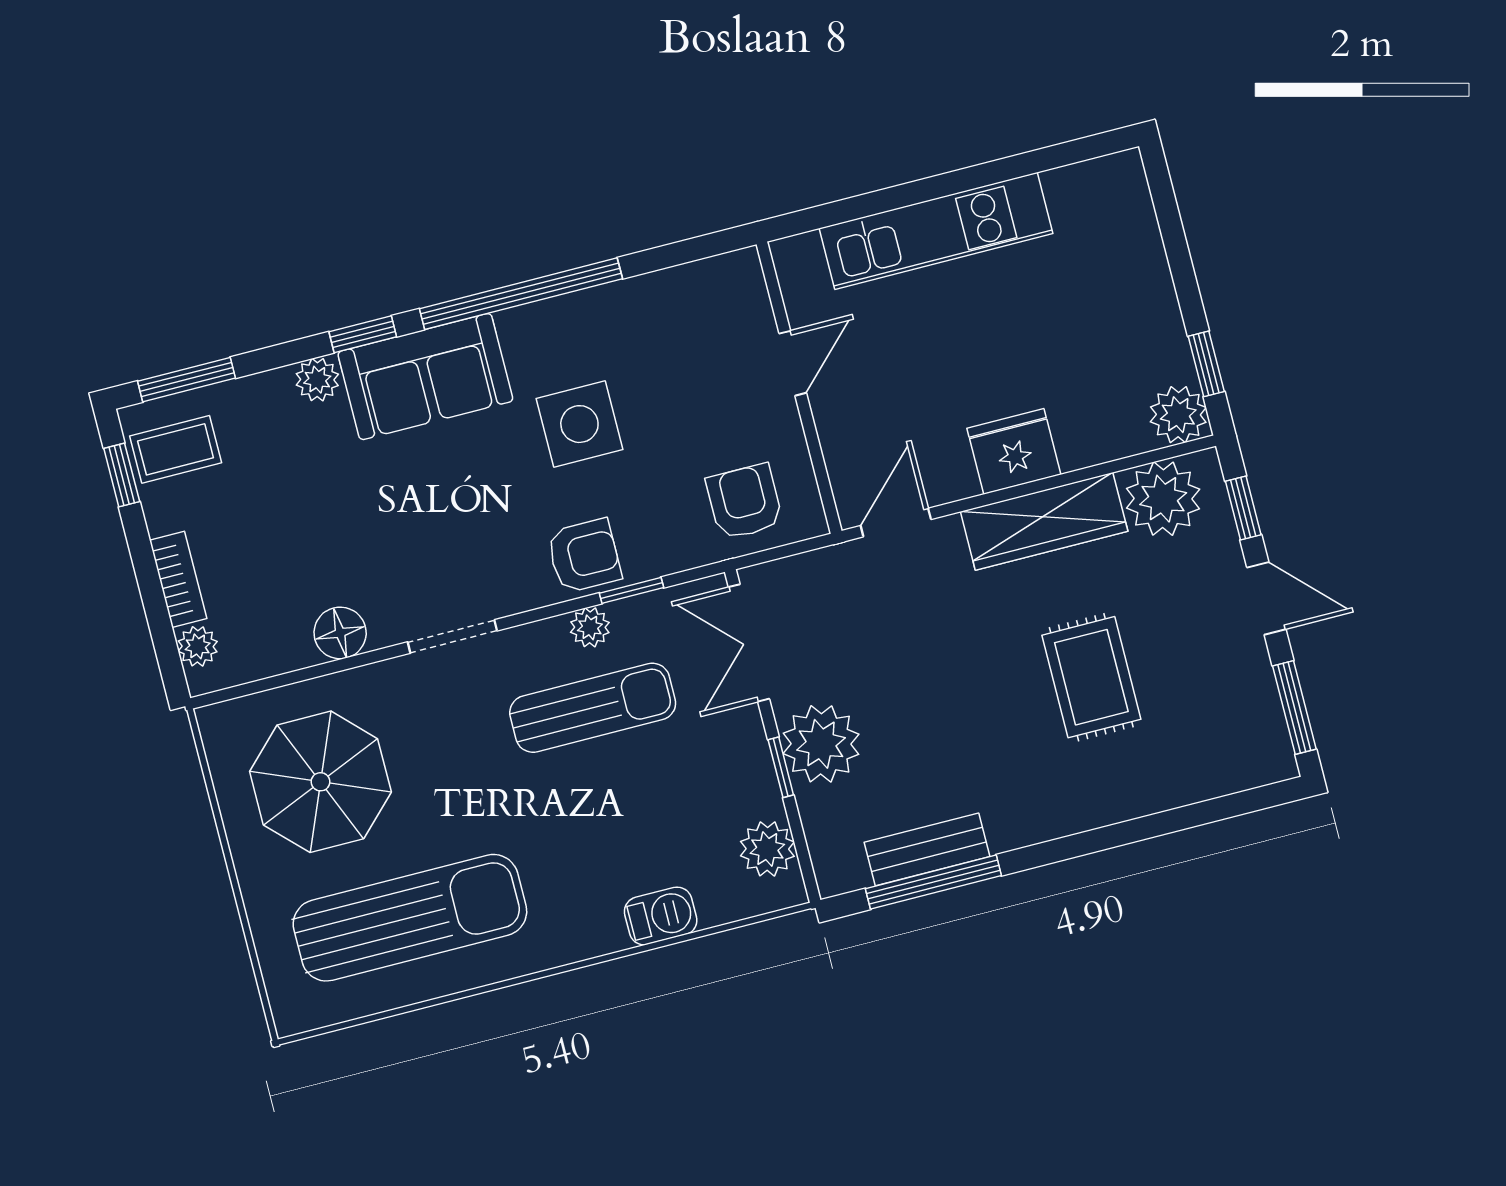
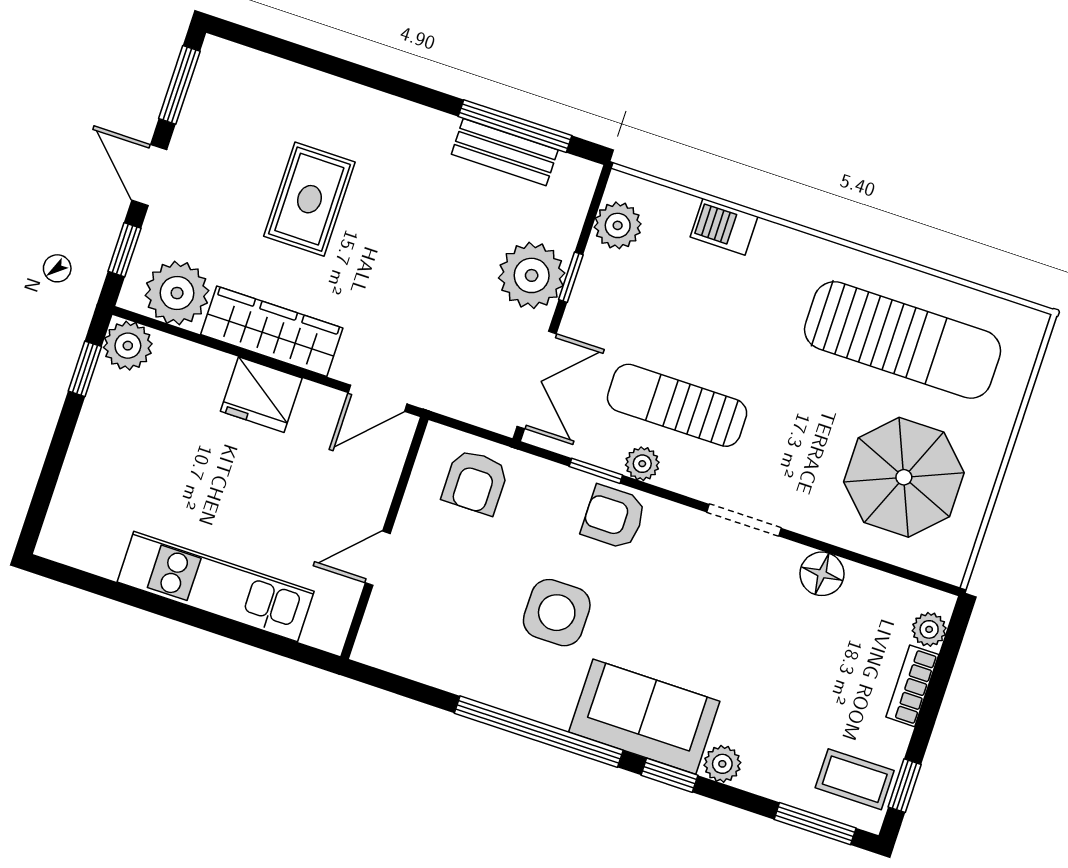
sun lounger: (410, 918) -> (903, 340), turned 180

